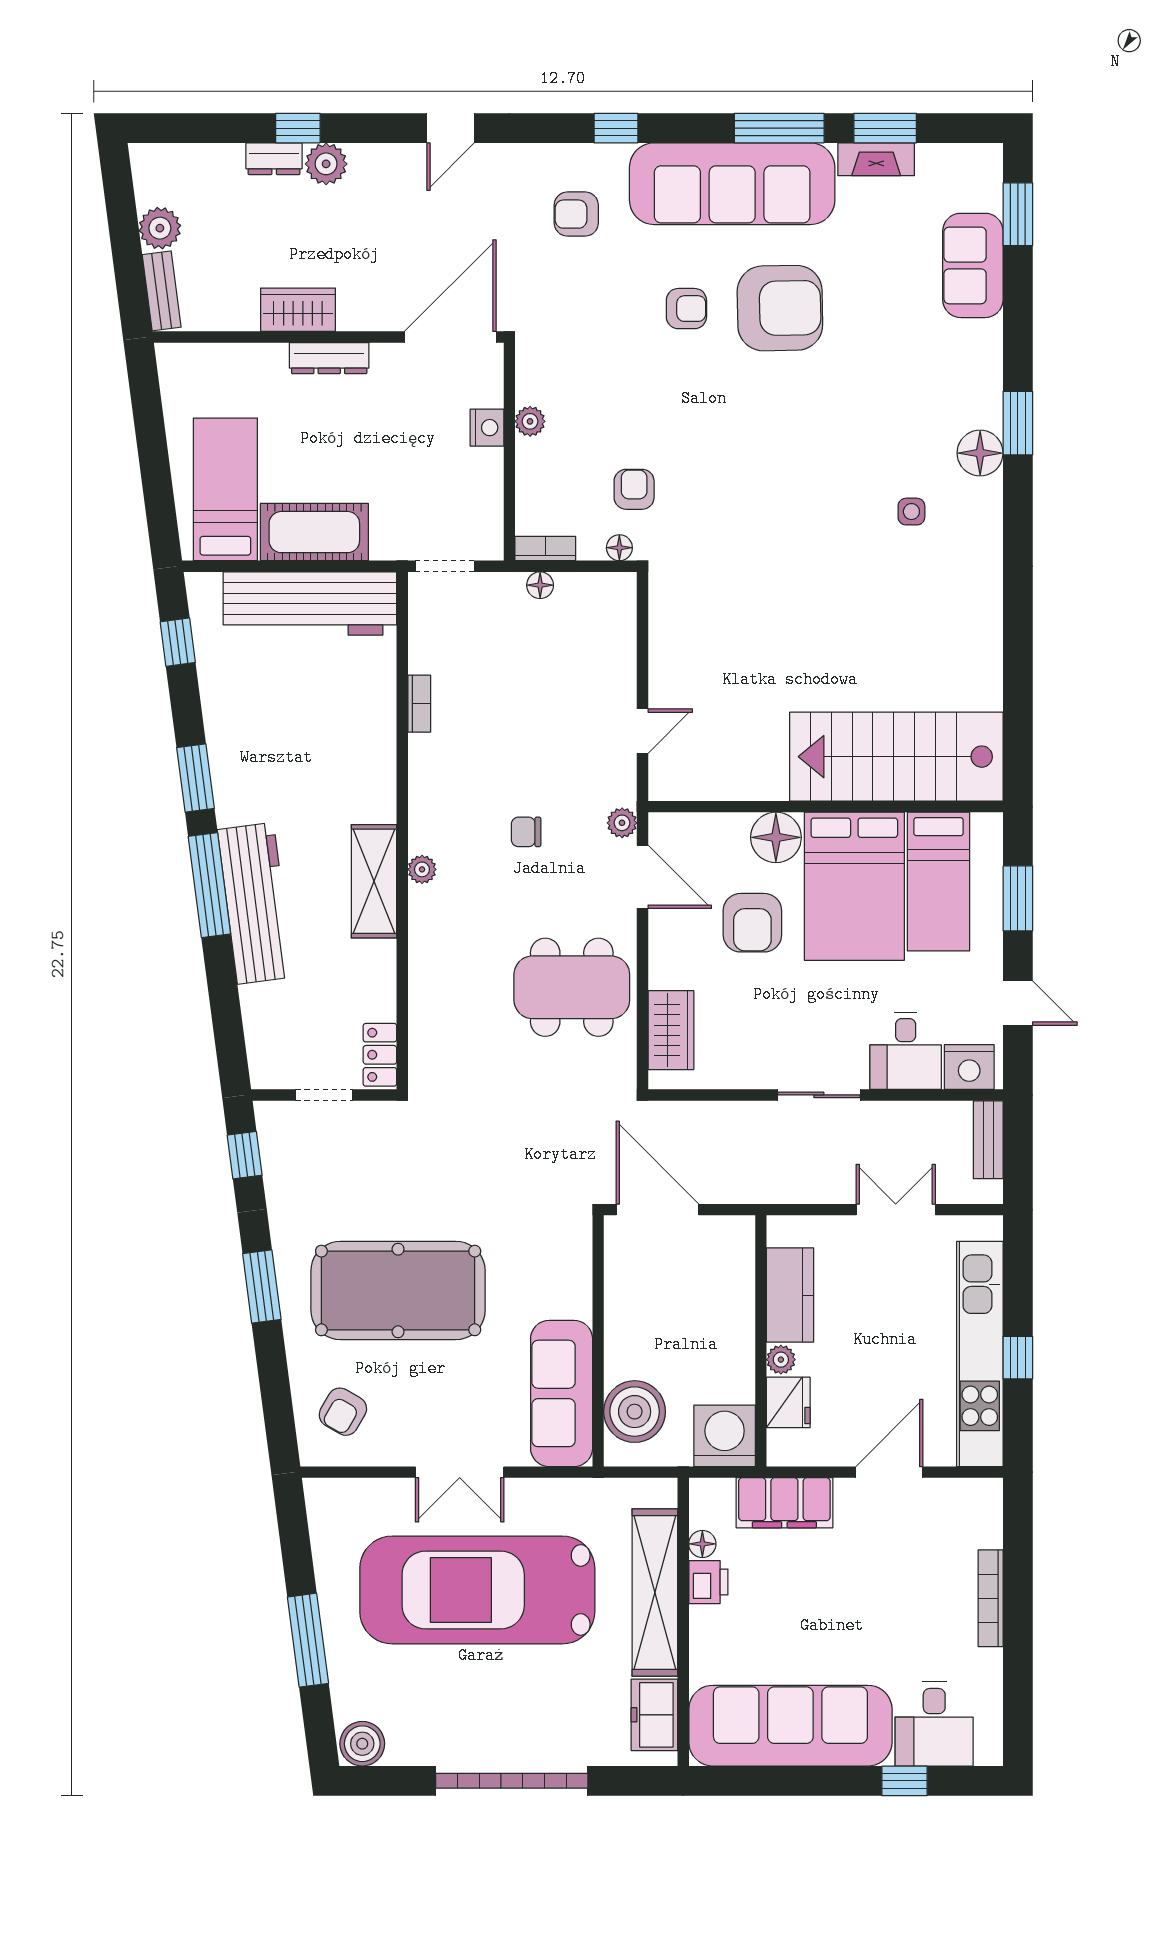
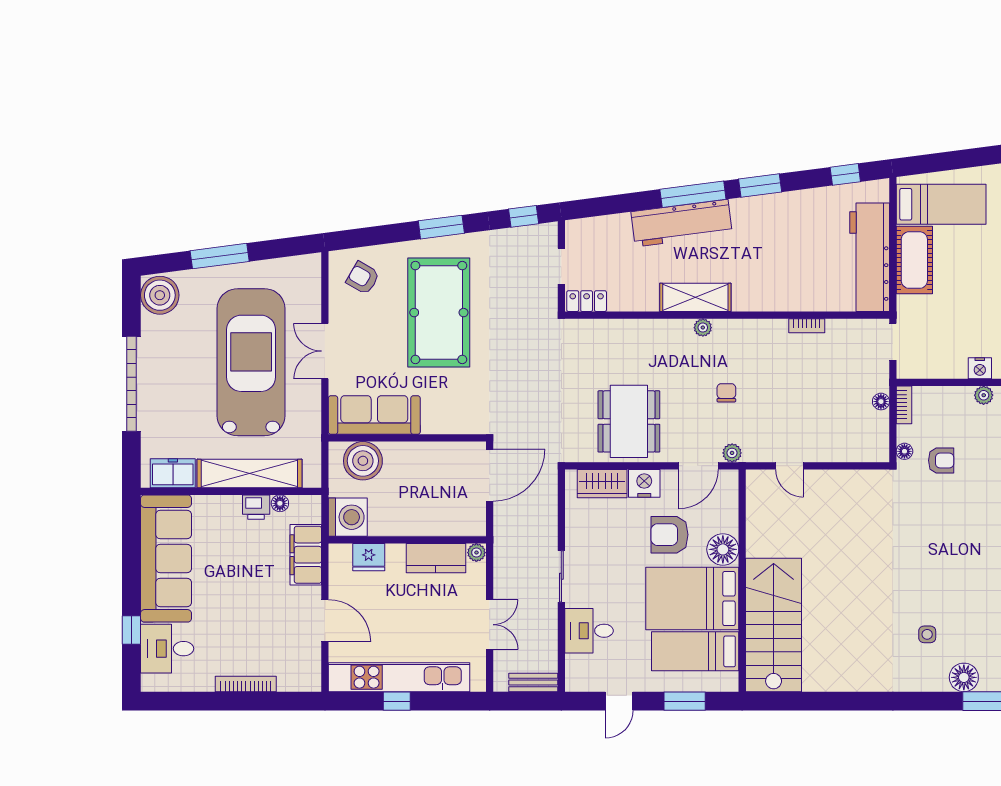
nightstand: (969, 1067) -> (644, 483), moved, turned 90
plant: (781, 1360) -> (476, 553), moved
boiler: (362, 1744) -> (160, 295), width x1.37, depth x1.37

